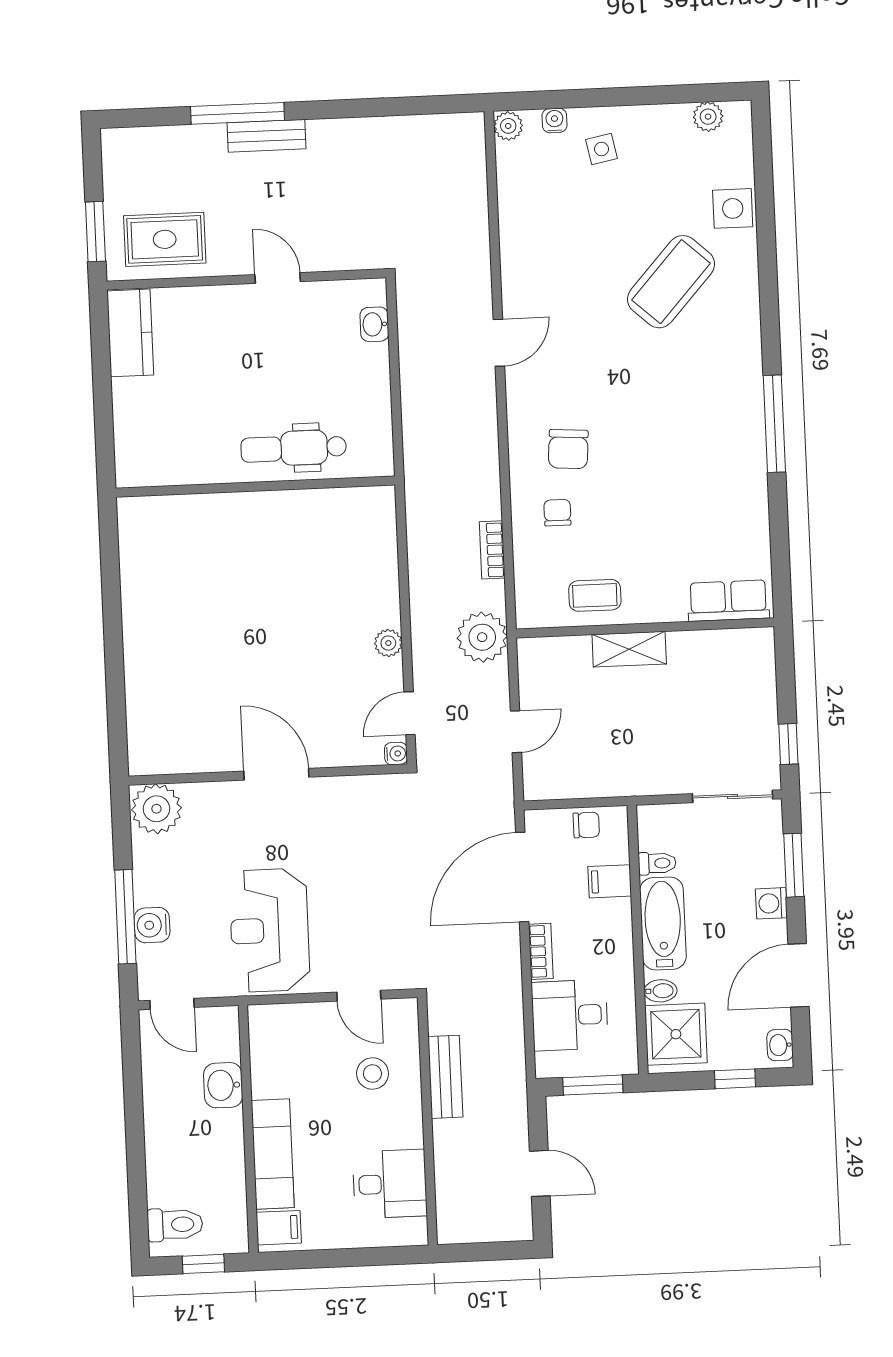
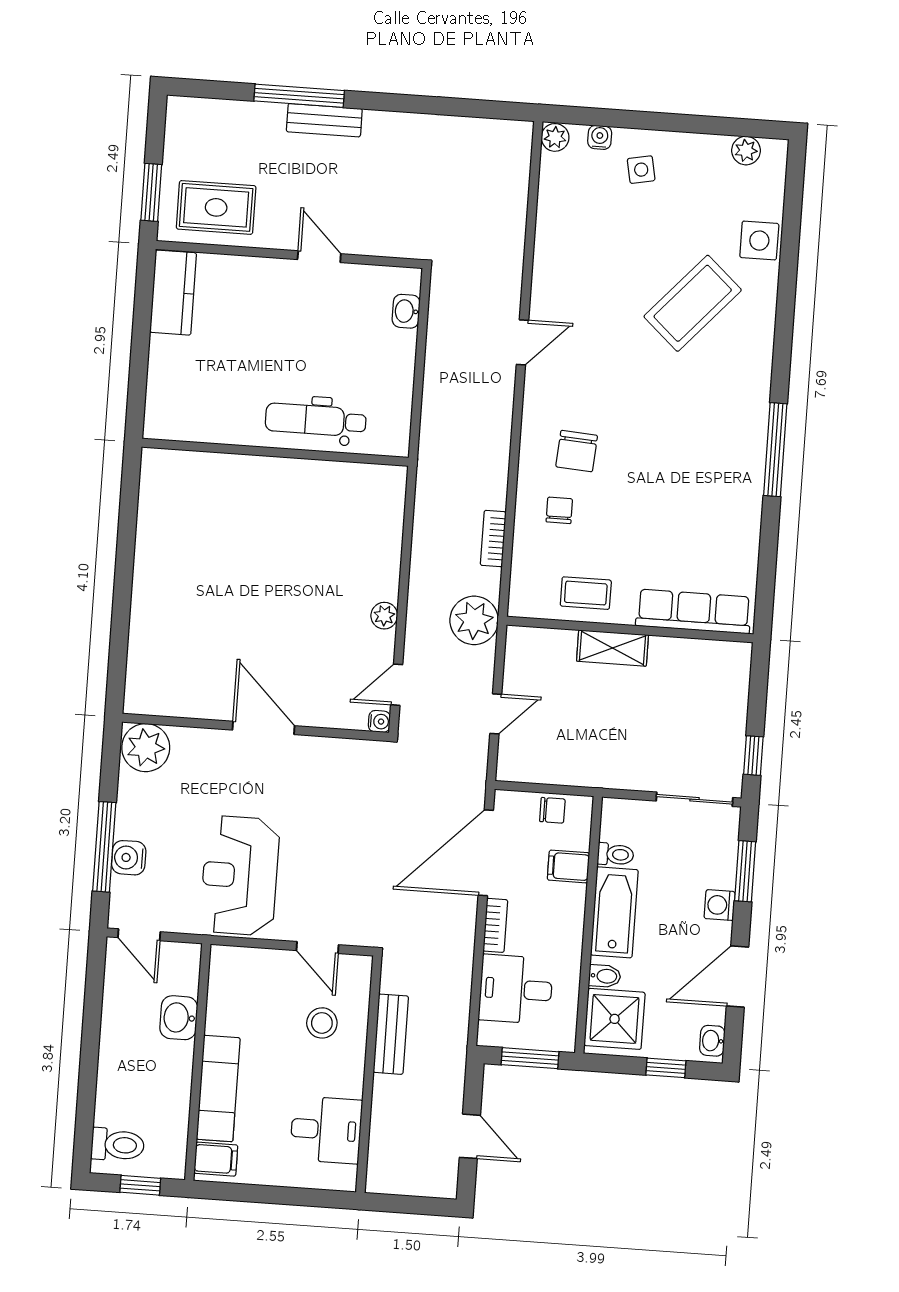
row of seats: (728, 601) -> (694, 611), width x1.48

